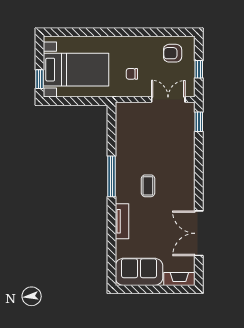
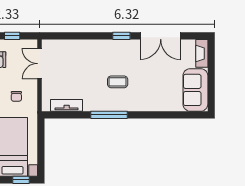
window: (199, 122) -> (121, 36), moved
tv unit: (122, 221) -> (67, 105), moved

